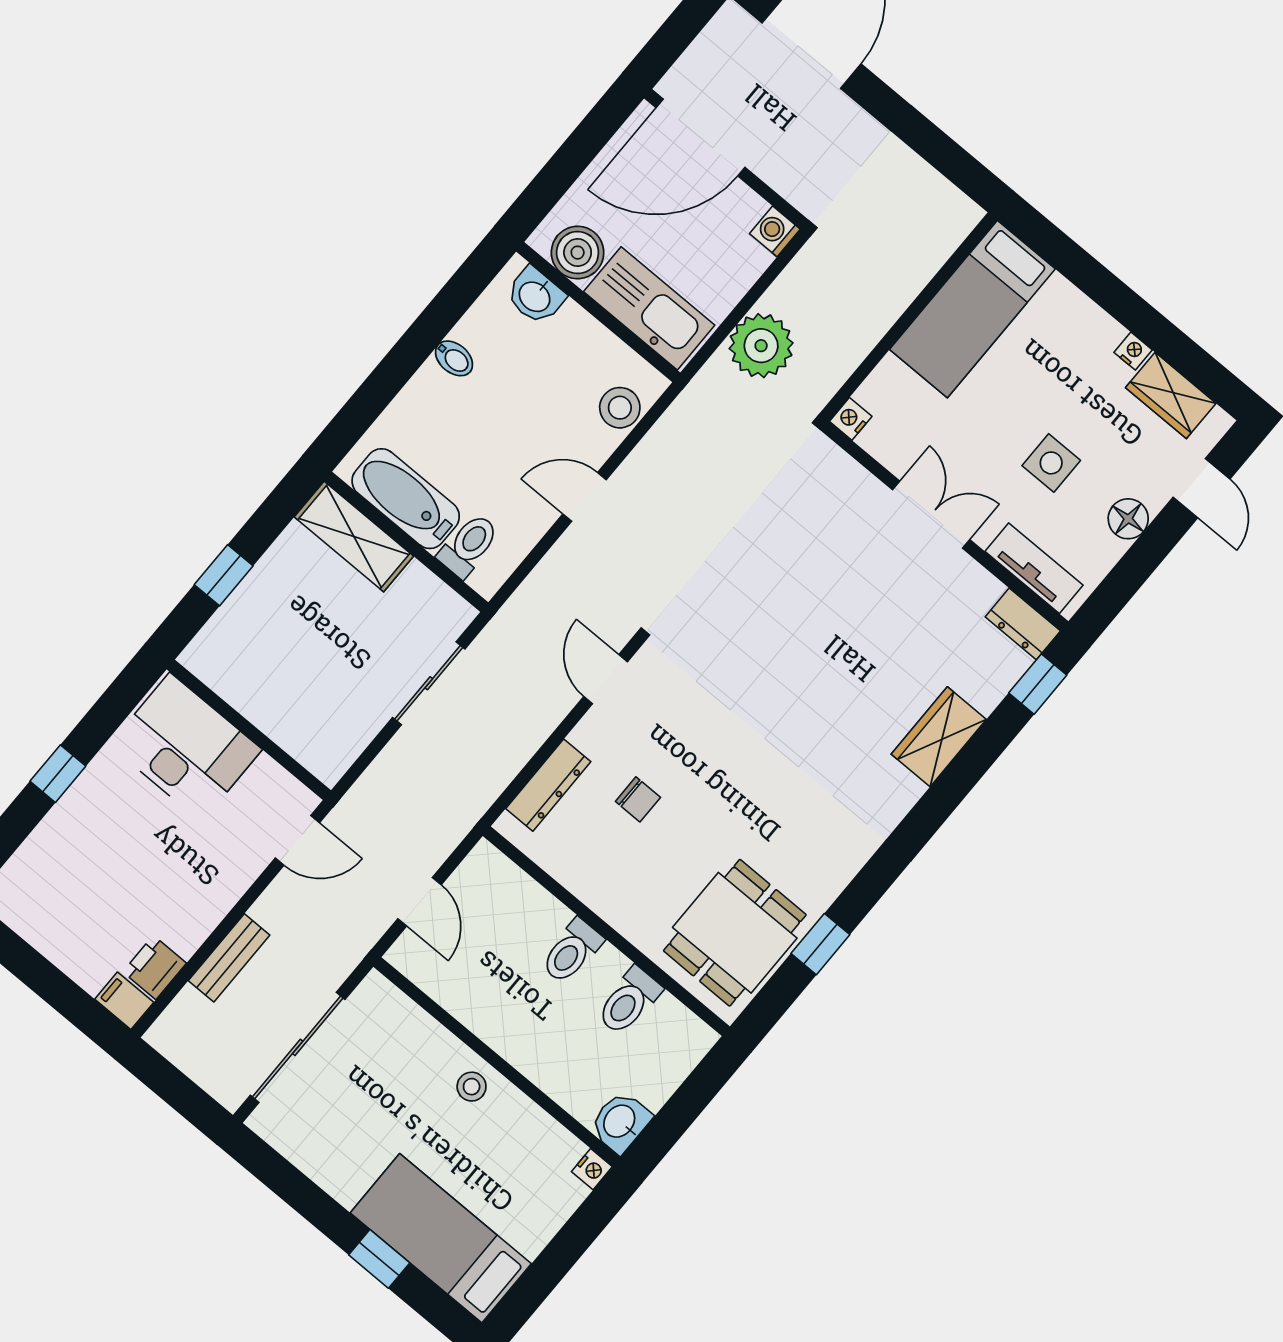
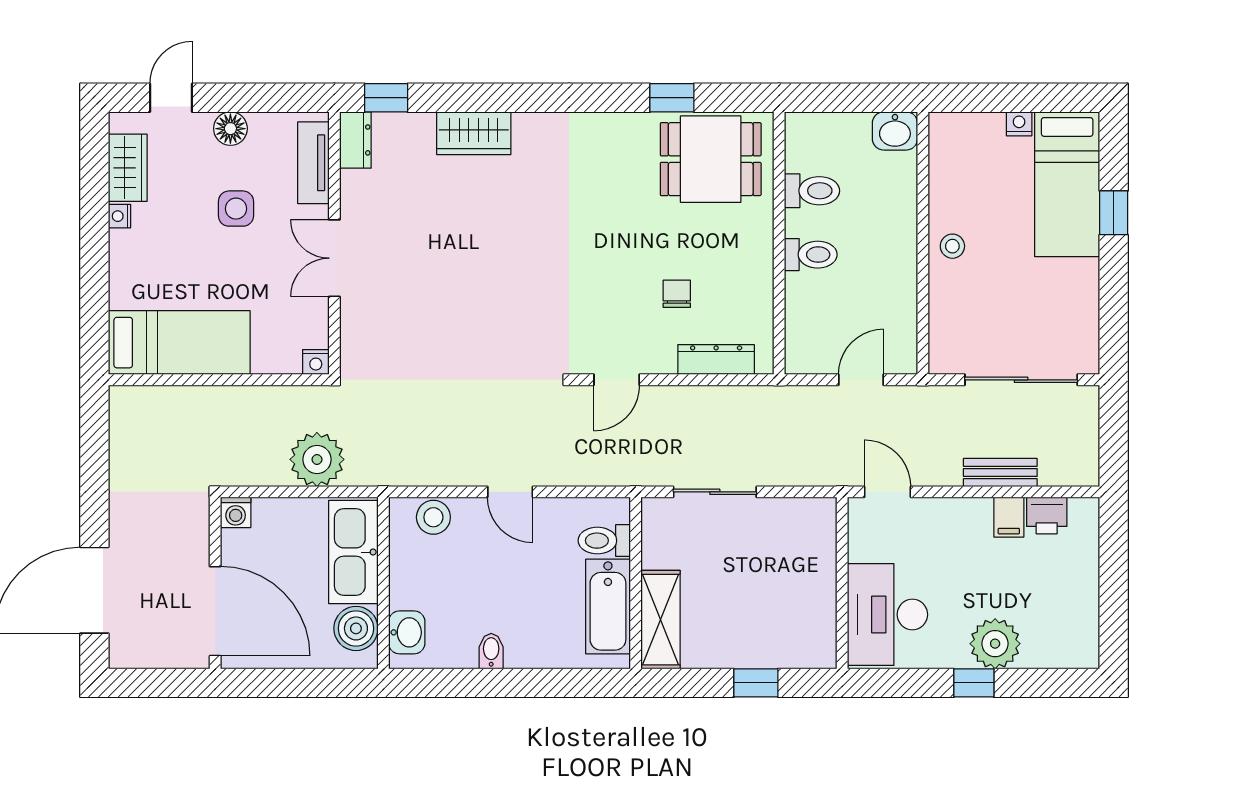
plant: (77, 823) -> (995, 644), added
filing cabinet: (124, 1001) -> (1009, 517), moved
nightstand: (592, 1169) -> (1019, 124), moved

